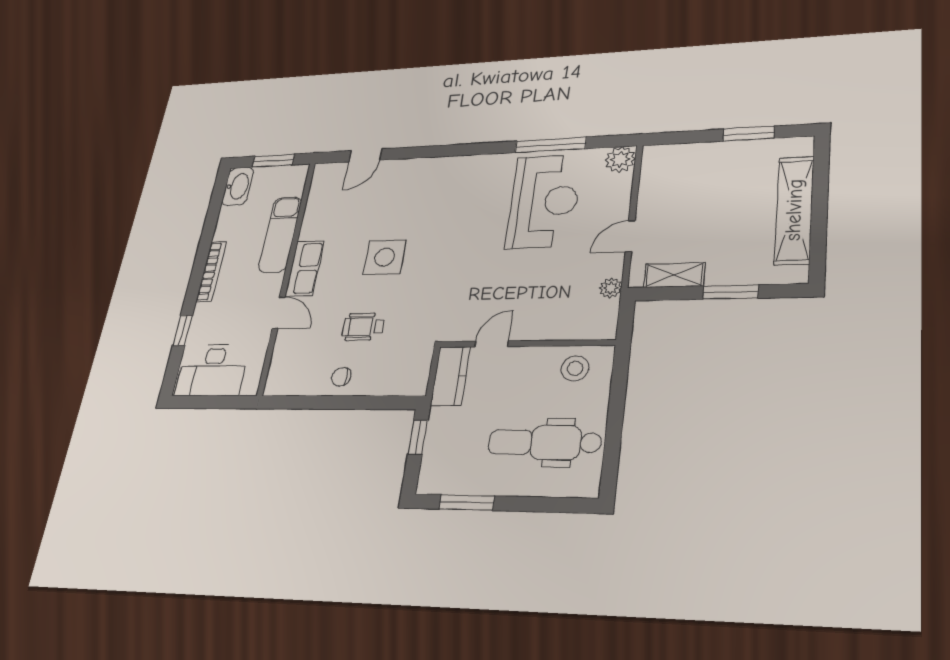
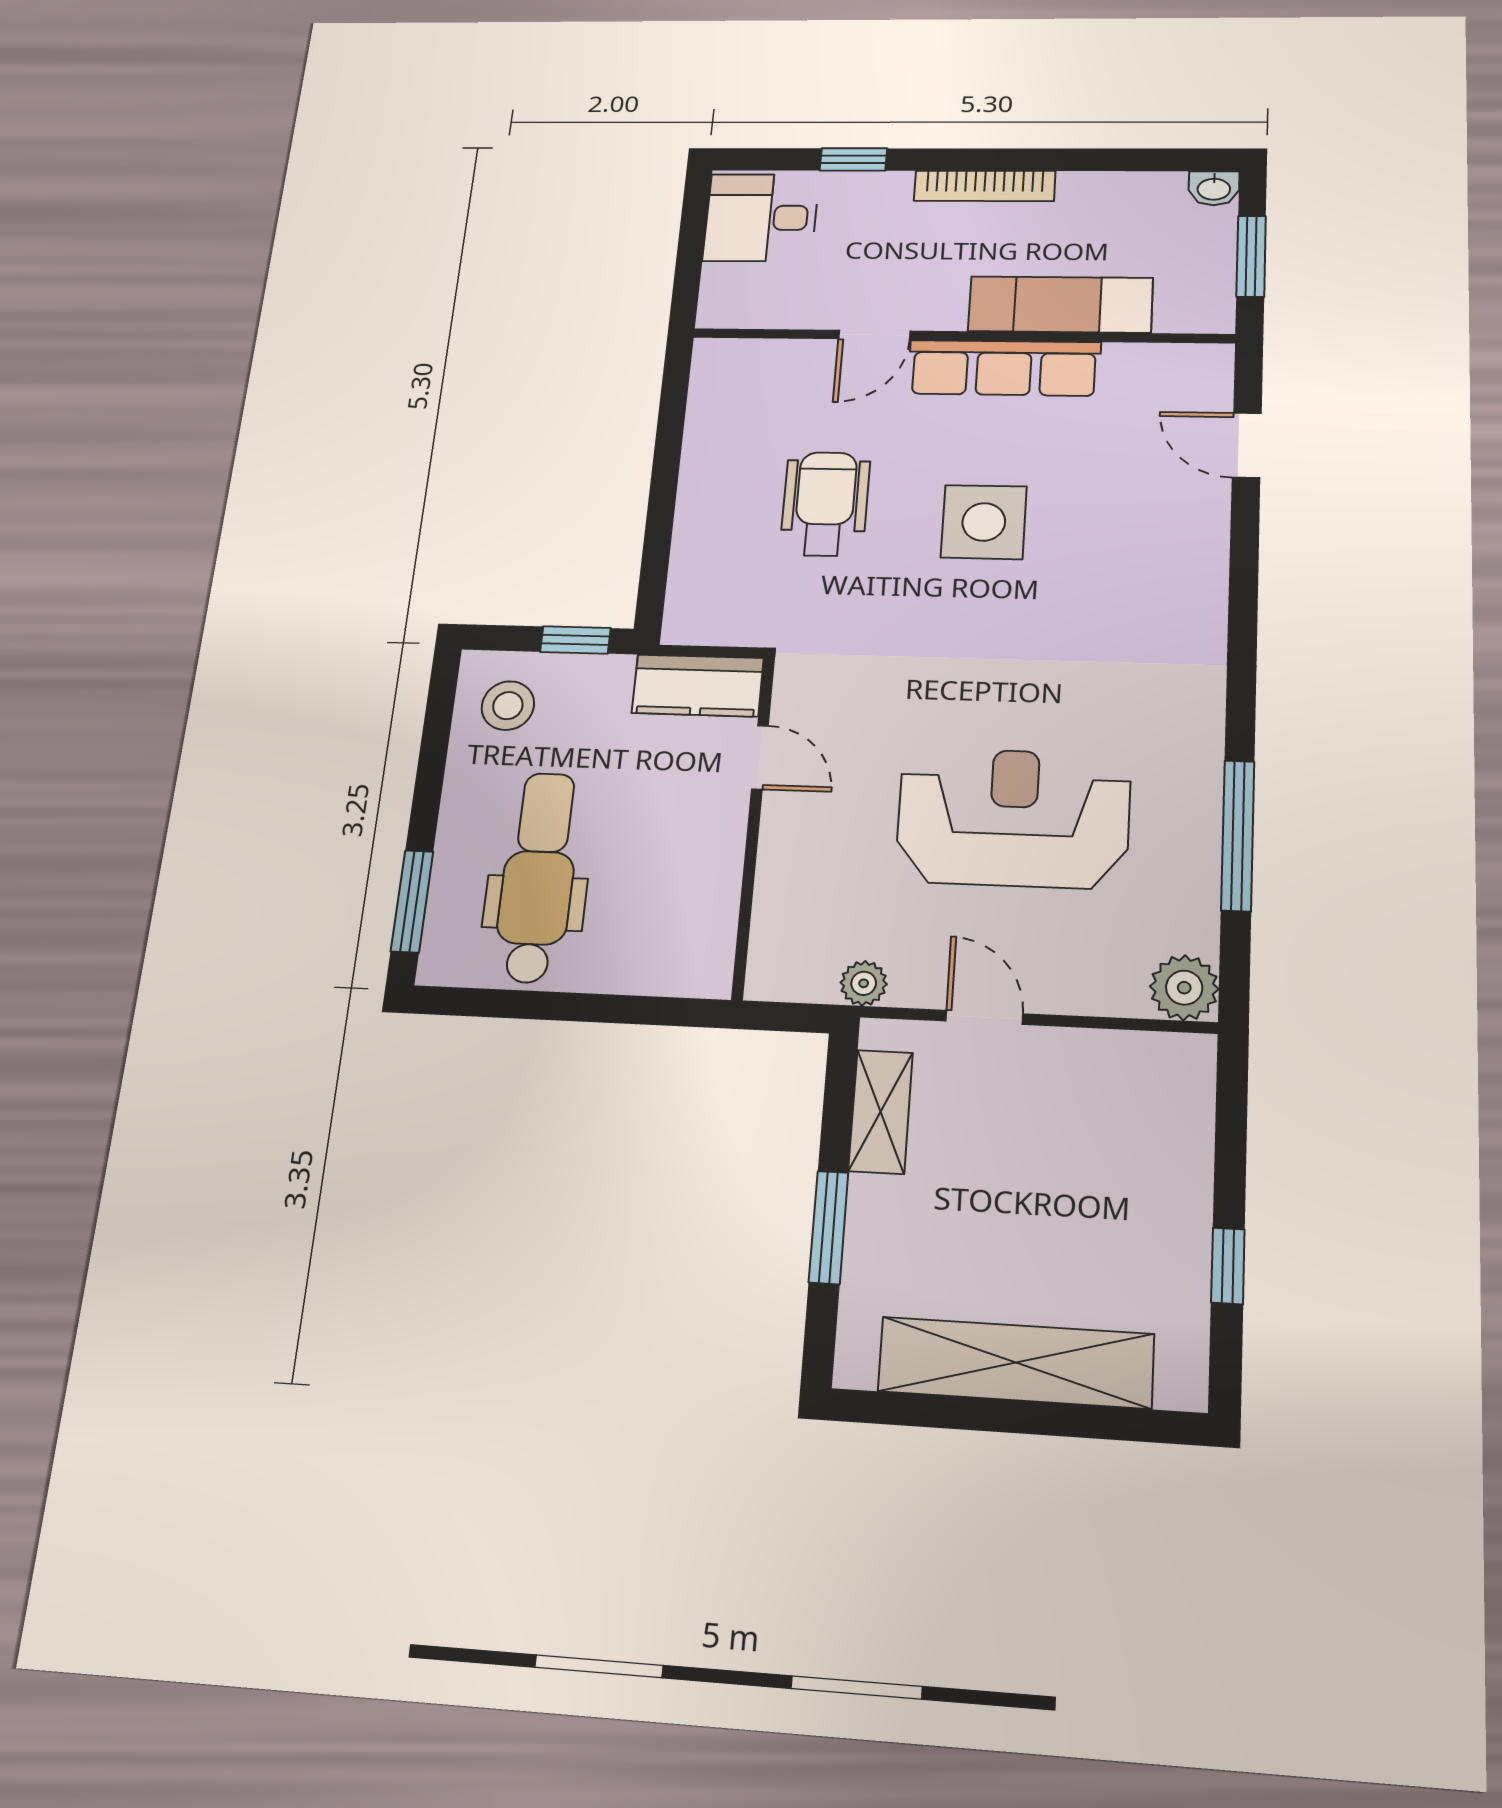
window: (748, 134) -> (1228, 1266), width x0.67
washbasin: (238, 186) -> (1214, 188), width x0.52, depth x0.69
reception desk: (544, 201) -> (1013, 818), moved, turned 180
row of seats: (305, 268) -> (1004, 368), width x1.48
wheelchair: (363, 327) -> (825, 504), width x1.36, depth x1.37
stool: (575, 368) -> (508, 706), moved
desk: (212, 370) -> (761, 218), width x0.73
chair: (341, 377) -> (719, 479), removed
window: (467, 502) -> (412, 901), moved

